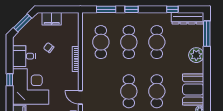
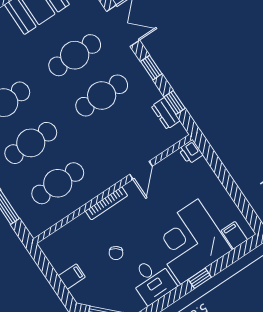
filing cabinet: (52, 19) -> (72, 277), width x0.50
door: (80, 97) -> (141, 170), moved

